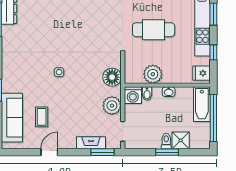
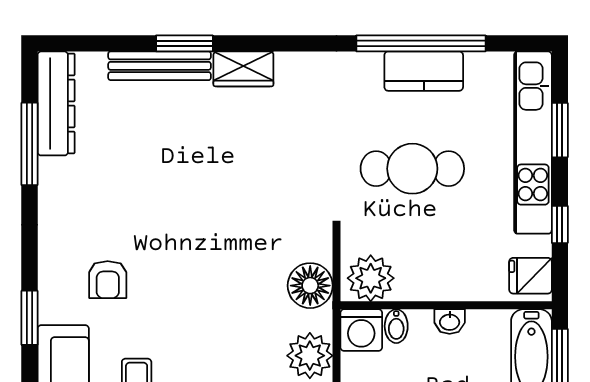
side table: (59, 72) -> (180, 273), removed
plant: (153, 74) -> (371, 278), moved
armchair: (30, 75) -> (108, 280), added

